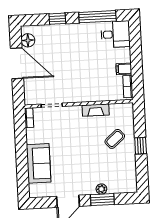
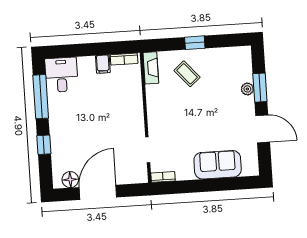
fireplace: (96, 110) -> (151, 68), moved

